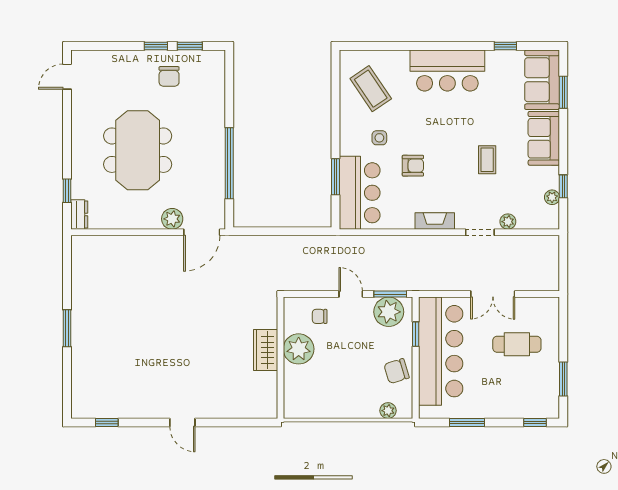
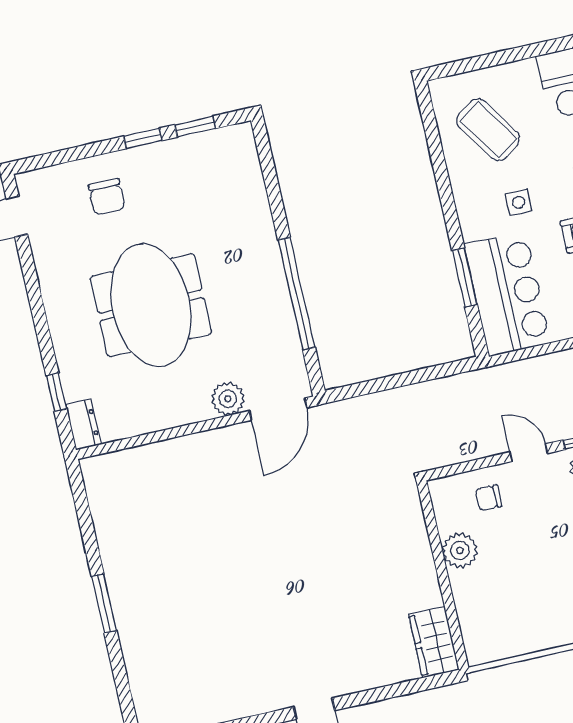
chair: (169, 76) -> (107, 197), moved
plant: (299, 349) -> (460, 550), width x0.73, depth x0.73
wardrobe: (266, 350) -> (434, 642), moved

